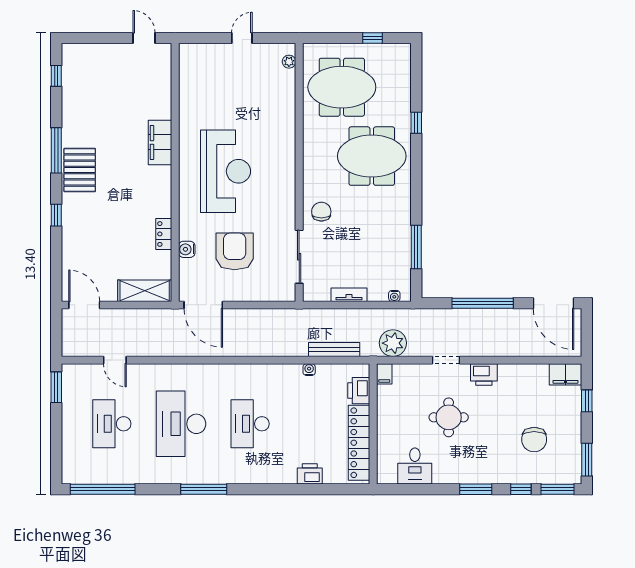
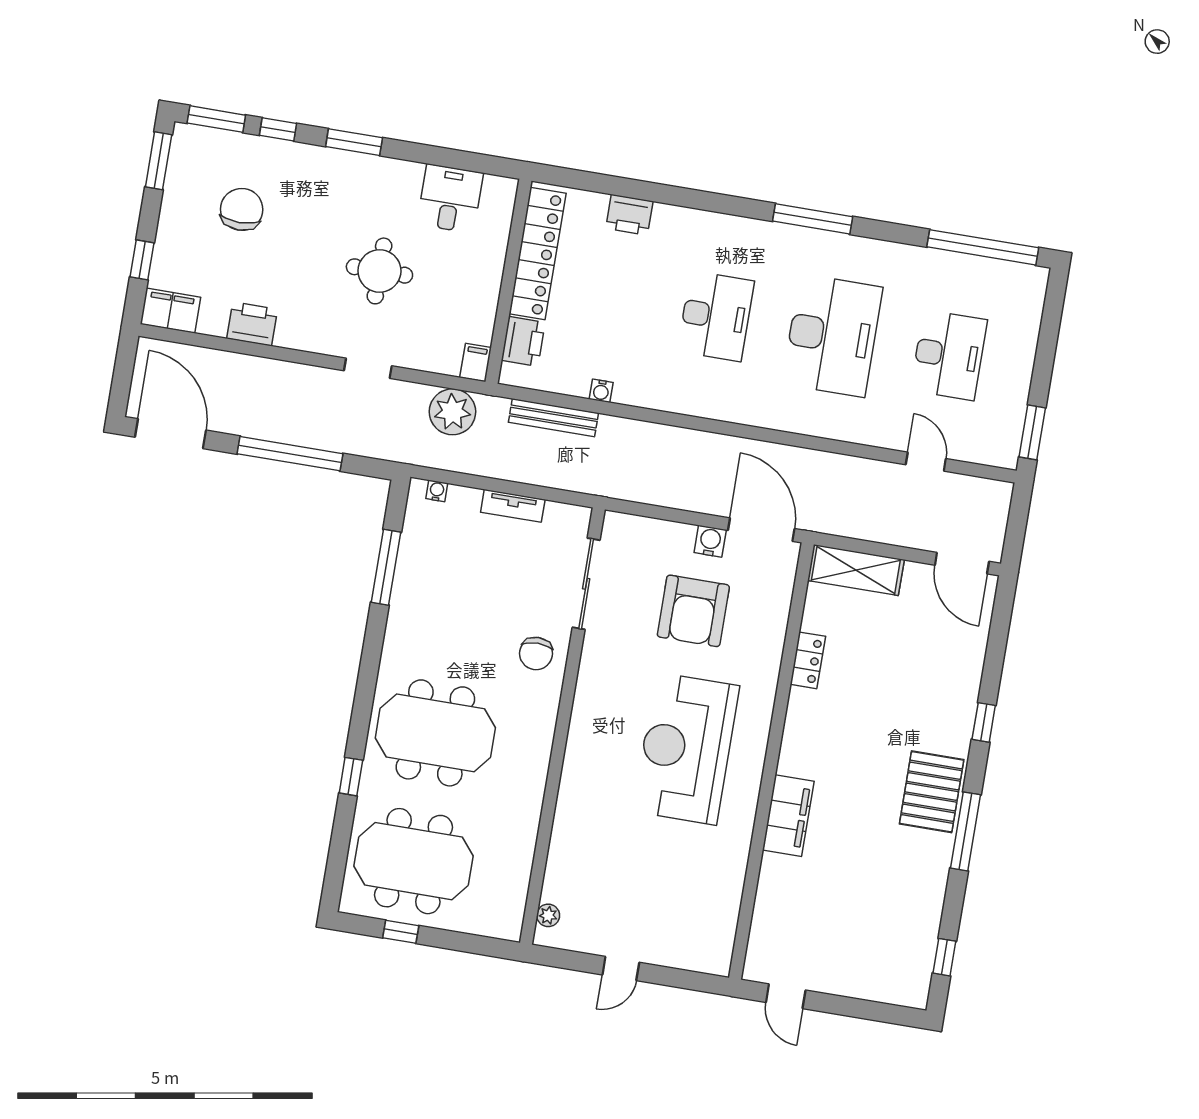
meeting table: (342, 87) -> (413, 861), moved
water cooler: (187, 249) -> (710, 541), moved, turned -90
printer: (484, 375) -> (252, 324), moved

